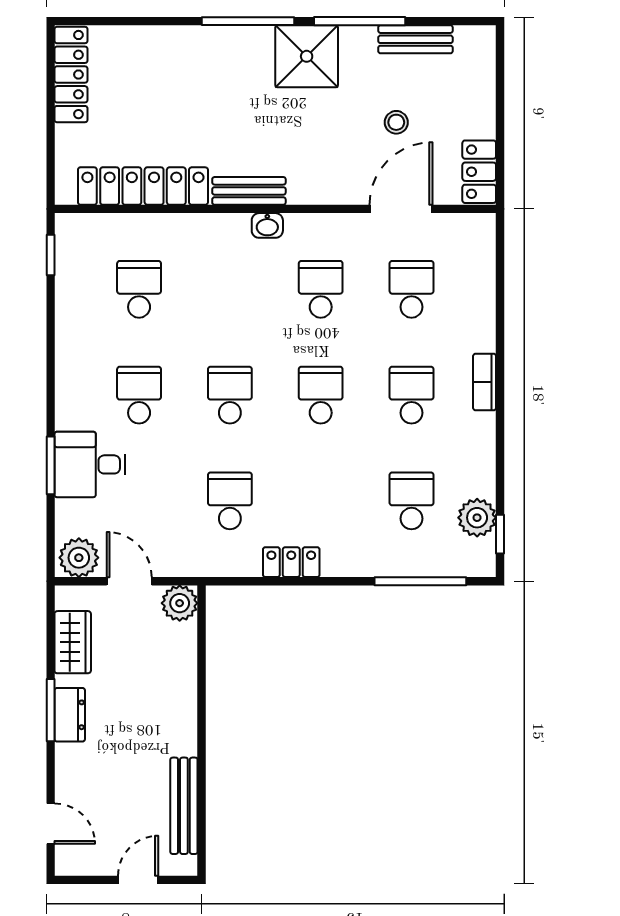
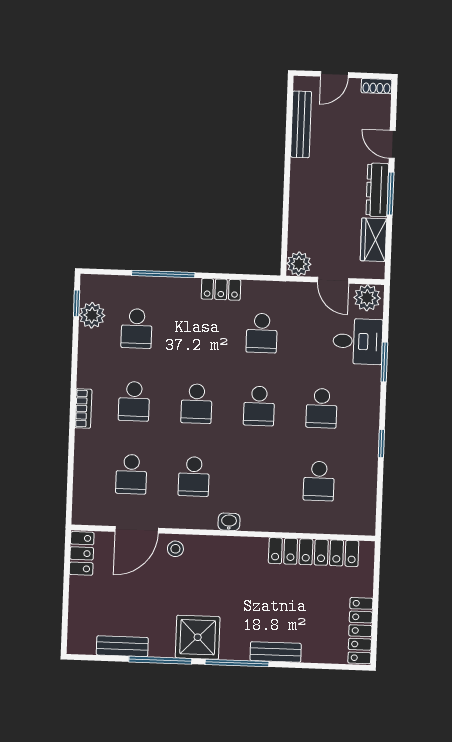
stool: (396, 122) -> (175, 549), moved
bench: (249, 191) -> (276, 652), moved
window: (51, 255) -> (381, 444), moved
desk: (90, 464) -> (358, 341), moved
window: (420, 581) -> (163, 274), moved
dresser: (70, 715) -> (377, 190), width x1.44
door: (51, 824) -> (392, 144), moved
shoe rack: (76, 865) -> (377, 86), added

